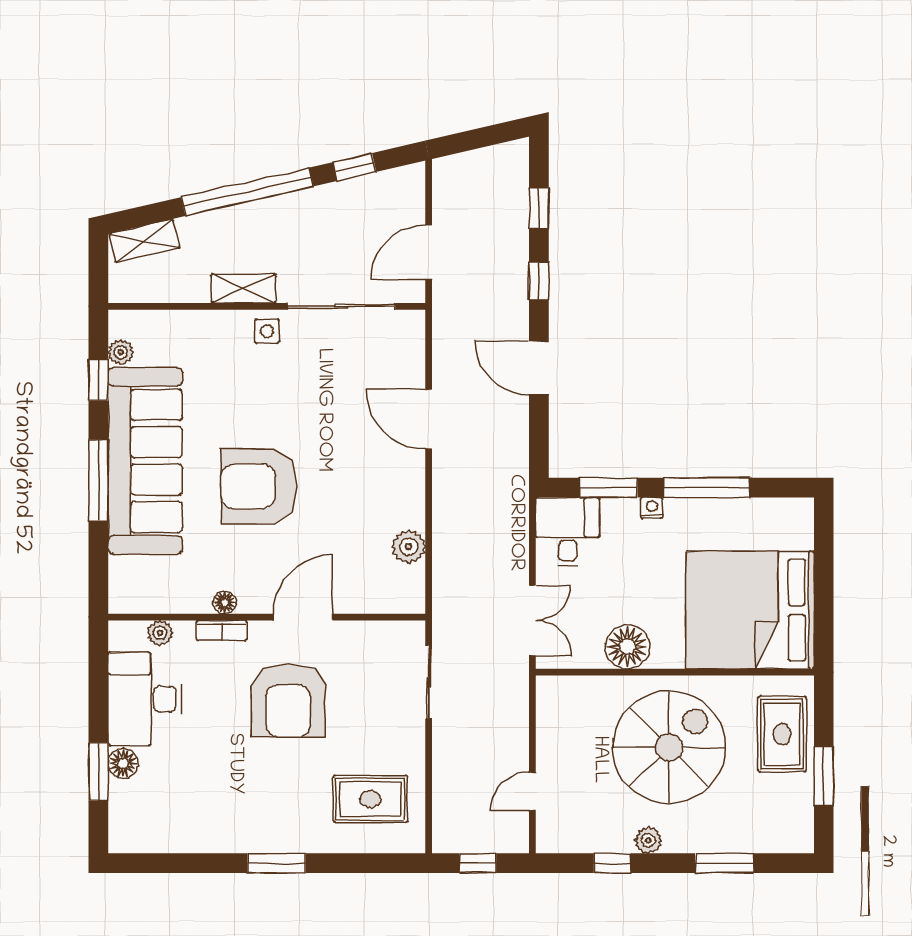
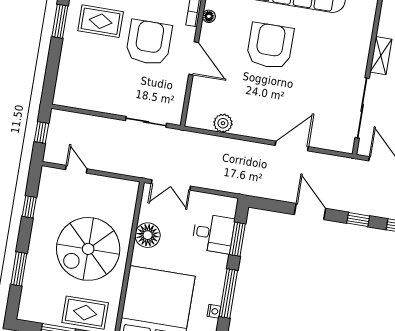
side table: (267, 331) -> (355, 65), removed
door: (539, 368) -> (310, 212), hinge flipped
nightstand: (652, 508) -> (214, 311), moved
desk: (568, 532) -> (213, 233), moved
armchair: (288, 701) -> (149, 42), turned 90
spiral stairs: (669, 747) -> (88, 249), turned 90
rug: (370, 799) -> (101, 21), moved, turned 90
plant: (648, 840) -> (39, 229), removed

